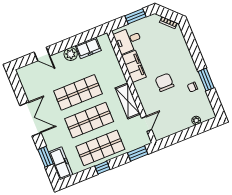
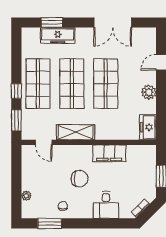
desk: (128, 40) -> (106, 205), moved, turned 180
freezer: (88, 48) -> (148, 127), moved
window: (206, 80) -> (50, 223), moved
double door: (30, 119) -> (113, 22), moved
freezer: (61, 163) -> (58, 35), moved
window: (102, 168) -> (16, 91), moved

